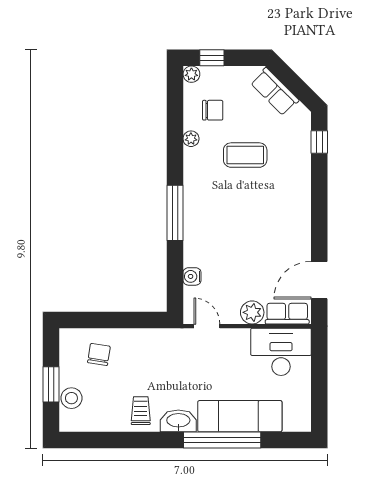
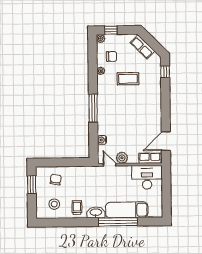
plant: (252, 312) -> (122, 158), moved
window: (51, 384) -> (32, 185), moved
stool: (71, 398) -> (54, 204), moved

